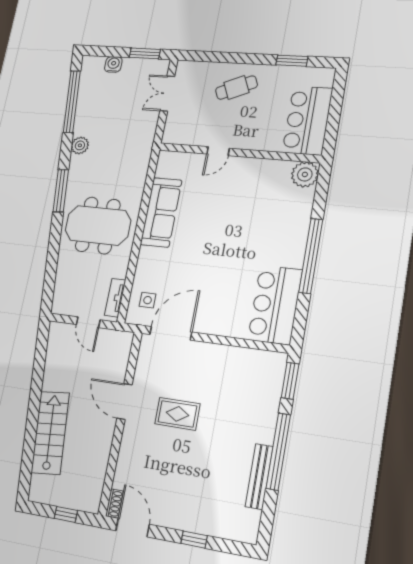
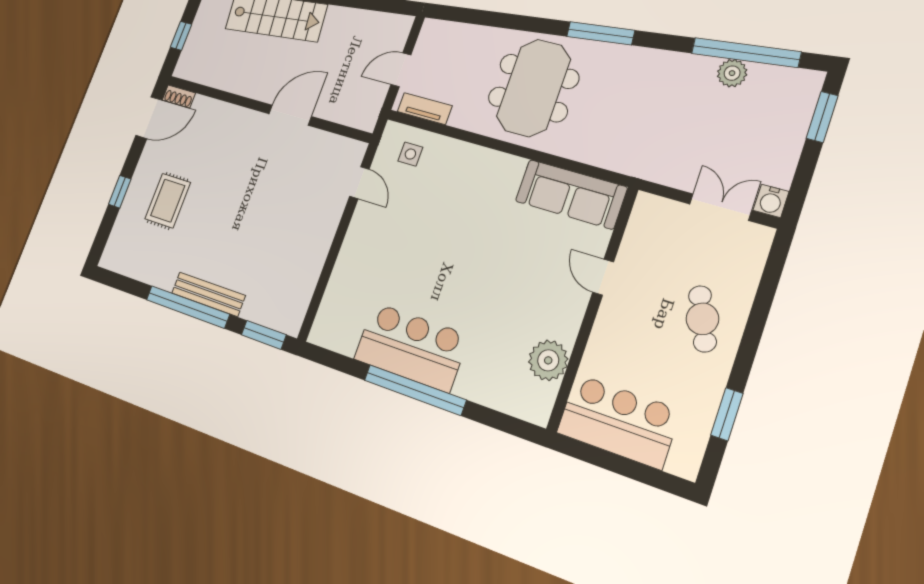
window: (145, 53) -> (822, 117), moved
water cooler: (113, 64) -> (771, 201), moved, turned 90
plant: (80, 145) -> (732, 73), moved
plant: (305, 174) -> (548, 360), moved
sofa: (161, 212) -> (571, 194), moved
bar counter: (275, 305) -> (411, 347), moved
door: (171, 333) -> (359, 183), width x0.53
rug: (177, 414) -> (168, 201), moved
bench: (259, 477) -> (208, 294), moved

